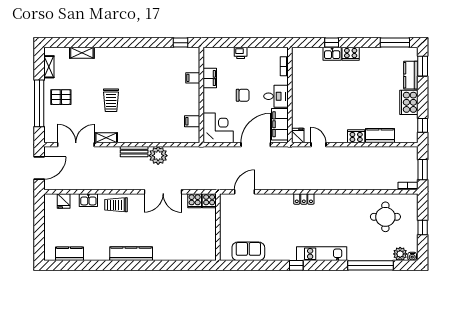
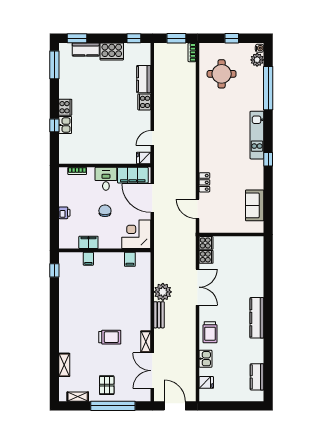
locker: (304, 199) -> (204, 182), moved

